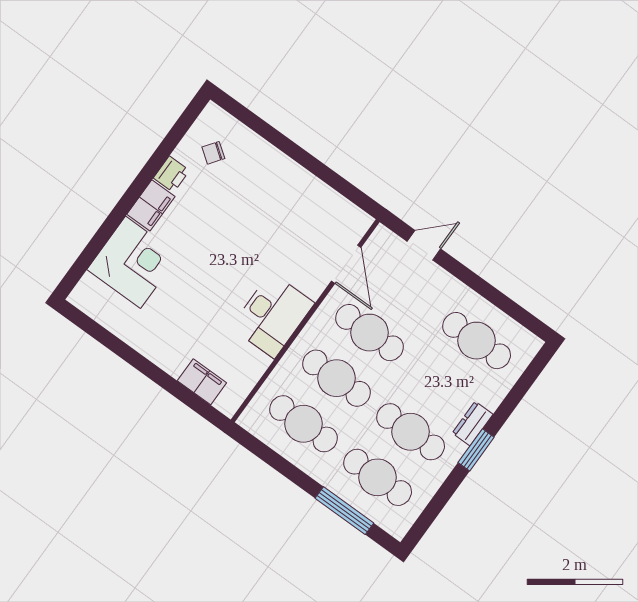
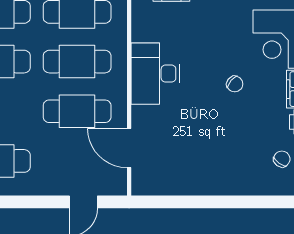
chair: (207, 253) -> (235, 84), added

